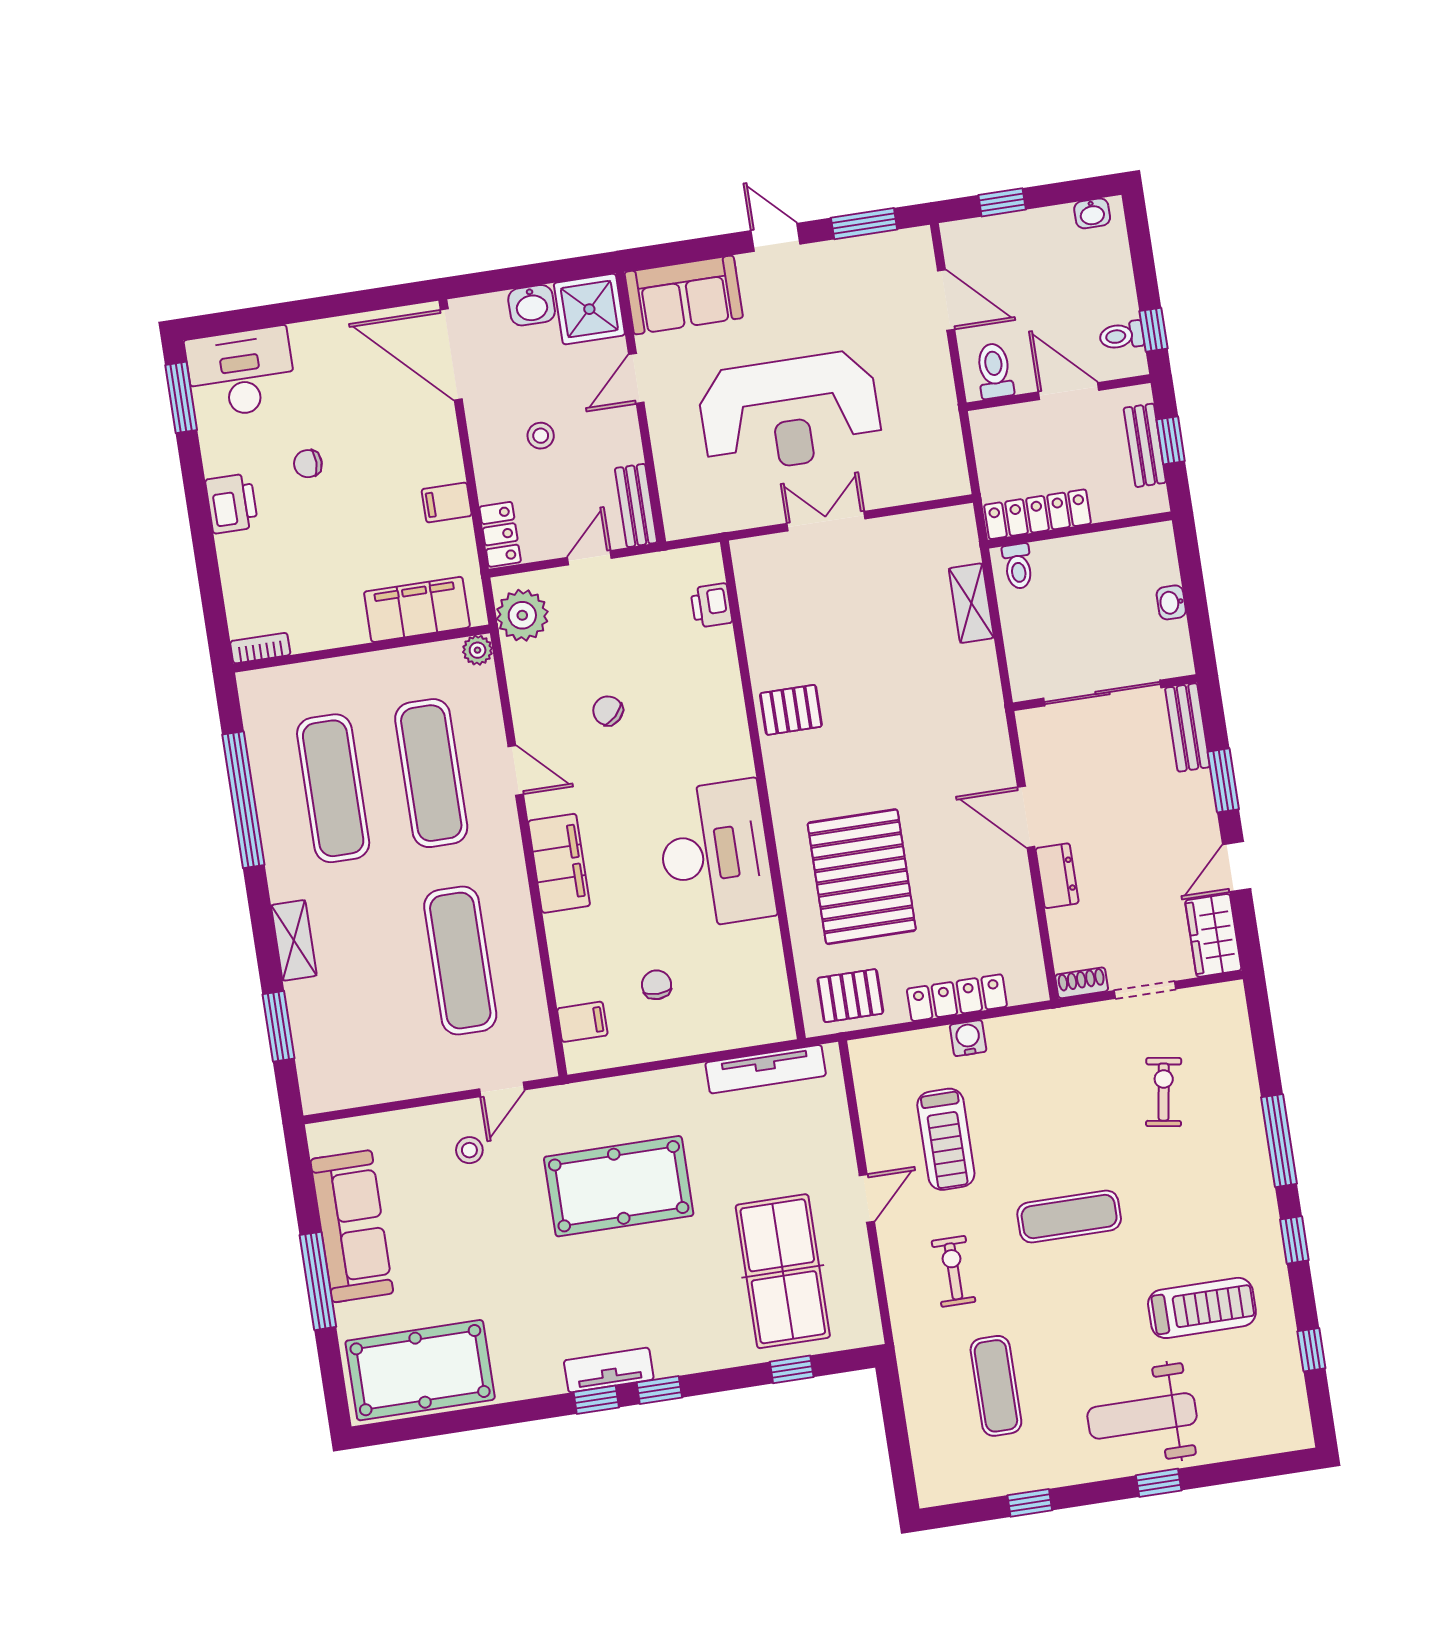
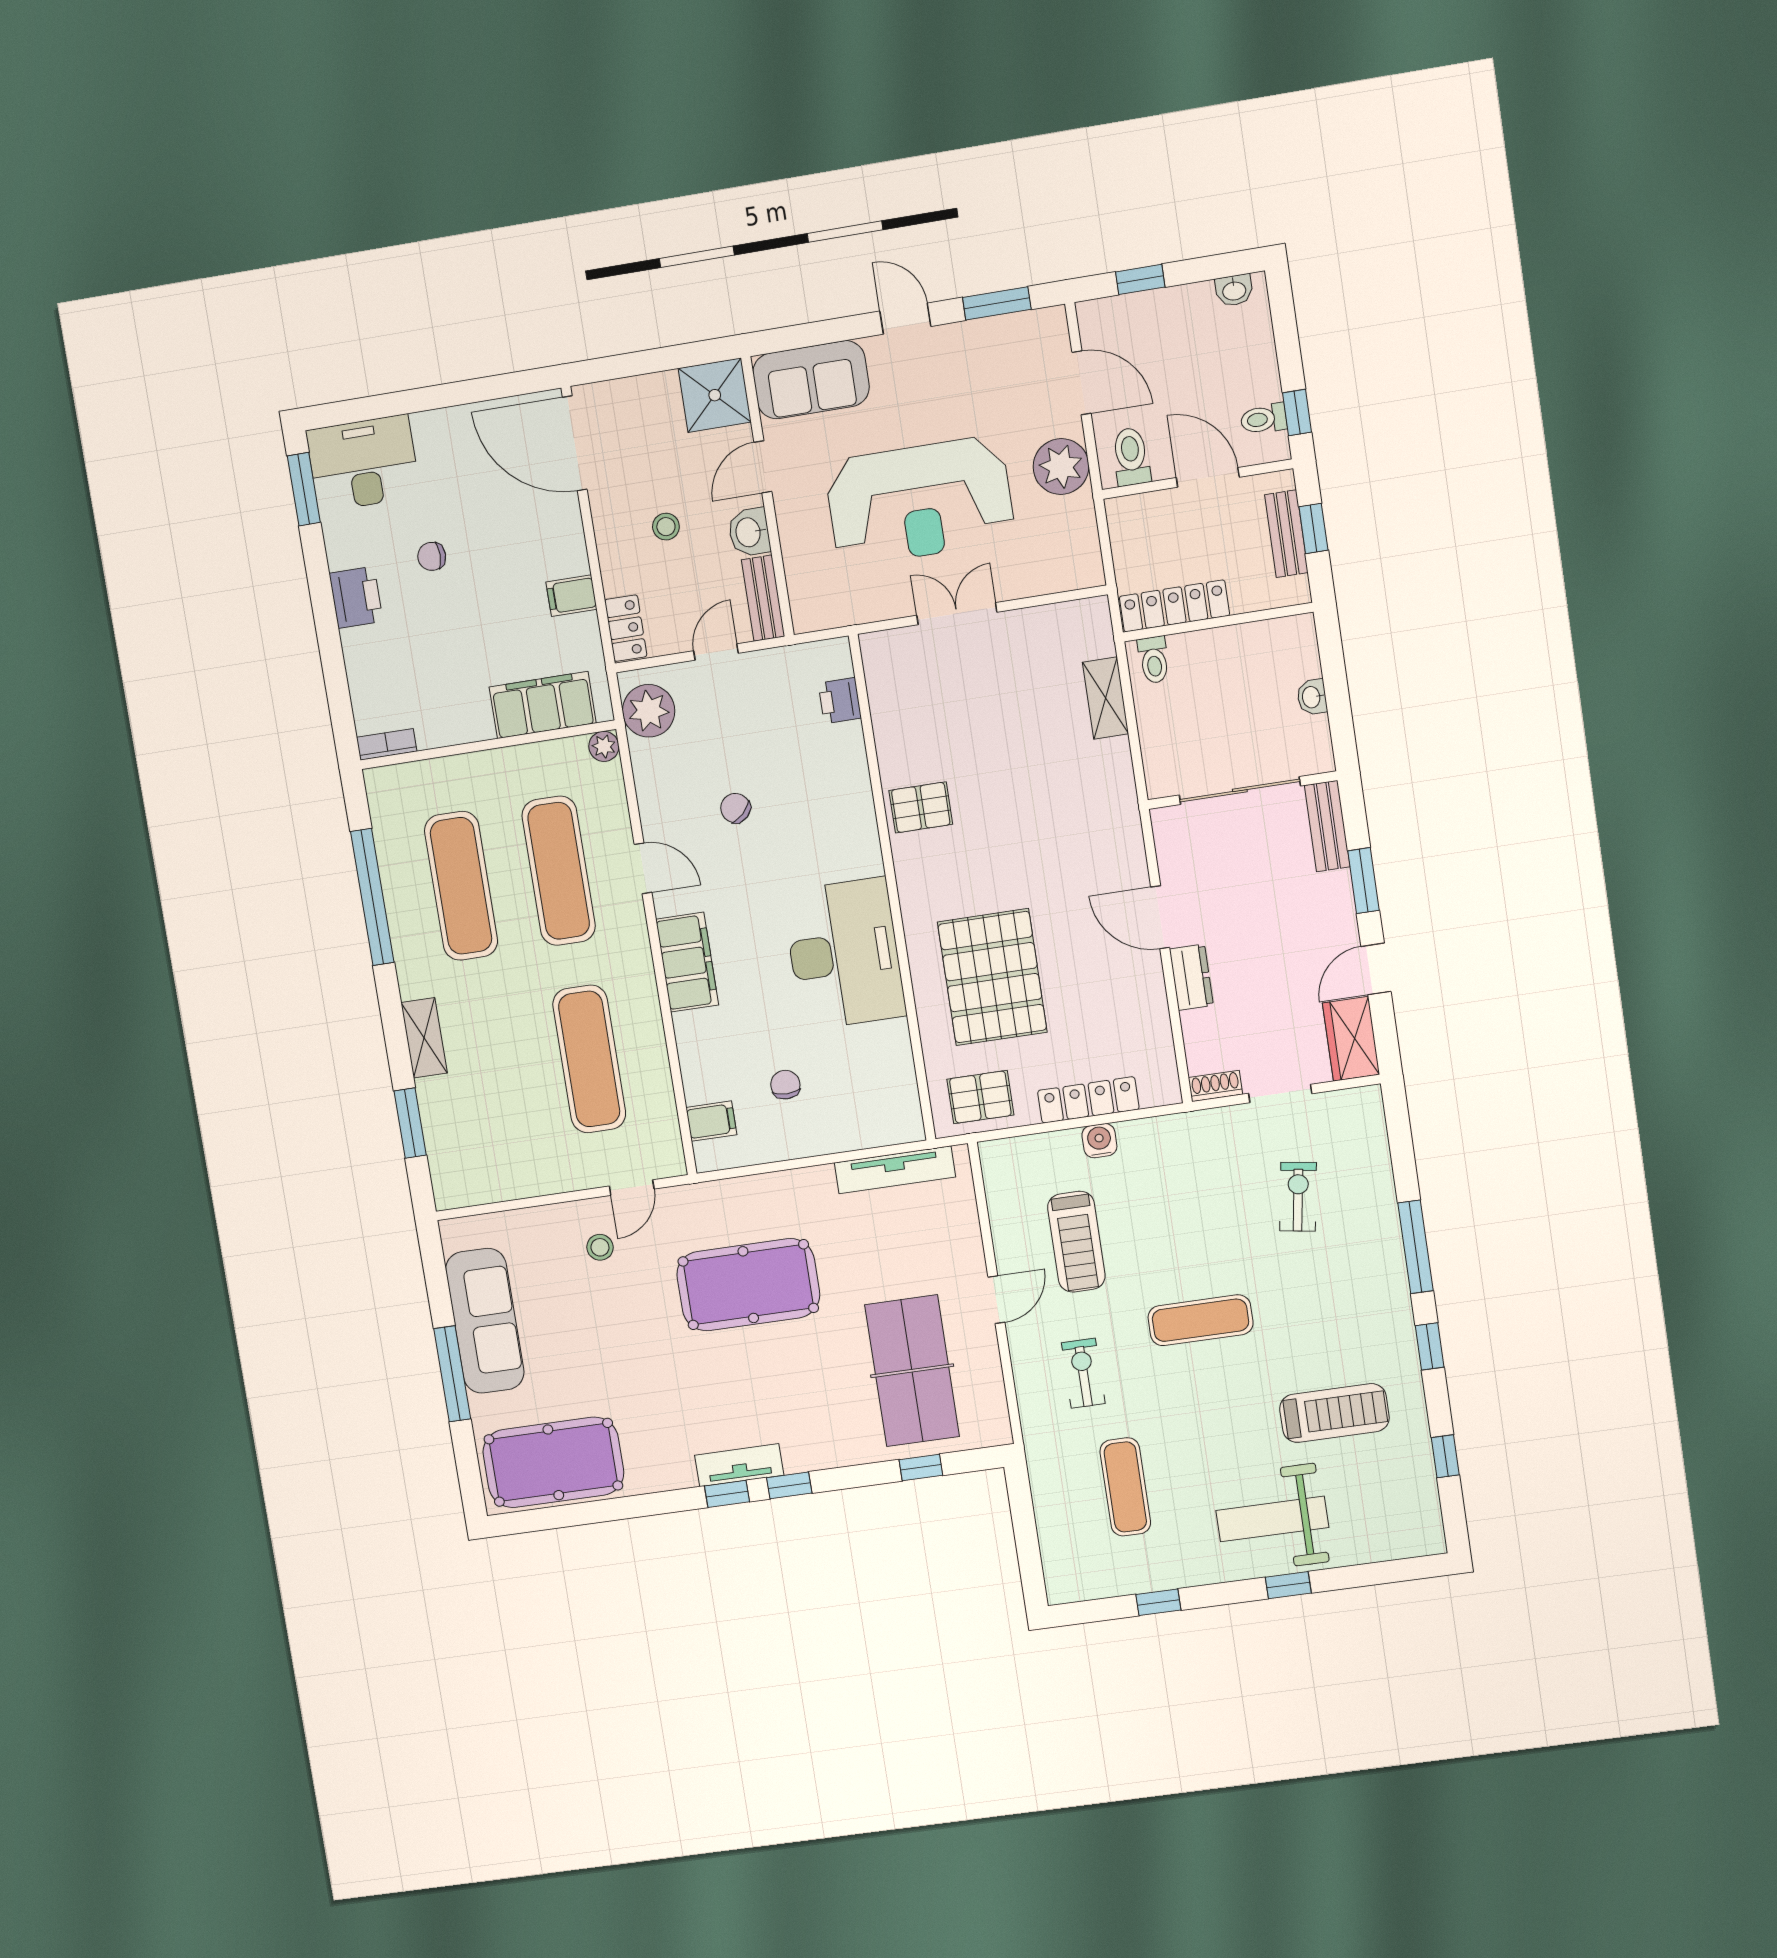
washbasin: (532, 305) -> (749, 532), moved, turned 90
plant: (927, 380) -> (1061, 467), added

